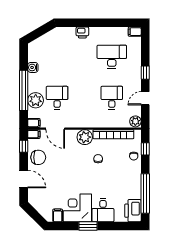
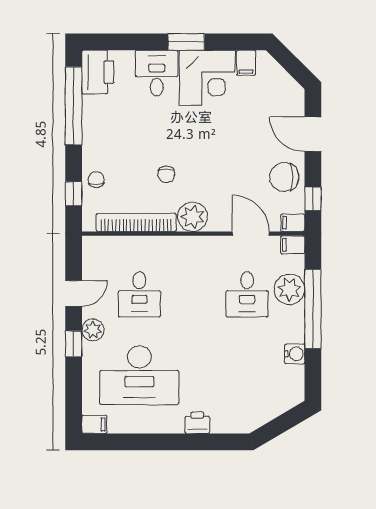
desk: (112, 57) -> (139, 375), width x1.36, depth x1.30
plant: (135, 121) -> (93, 330), moved

